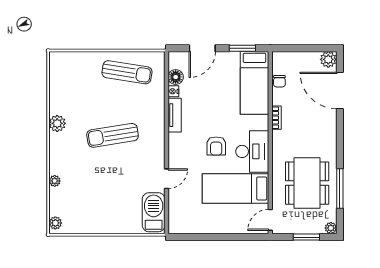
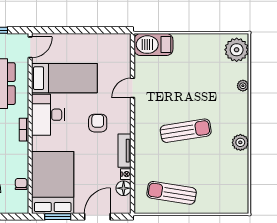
bed: (254, 83) -> (53, 182), width x1.50
bookcase: (276, 118) -> (24, 130), moved
armchair: (216, 146) -> (98, 123), moved
barbecue: (154, 212) -> (153, 45), moved, turned 90
plant: (55, 223) -> (237, 50), width x1.87, depth x1.87

